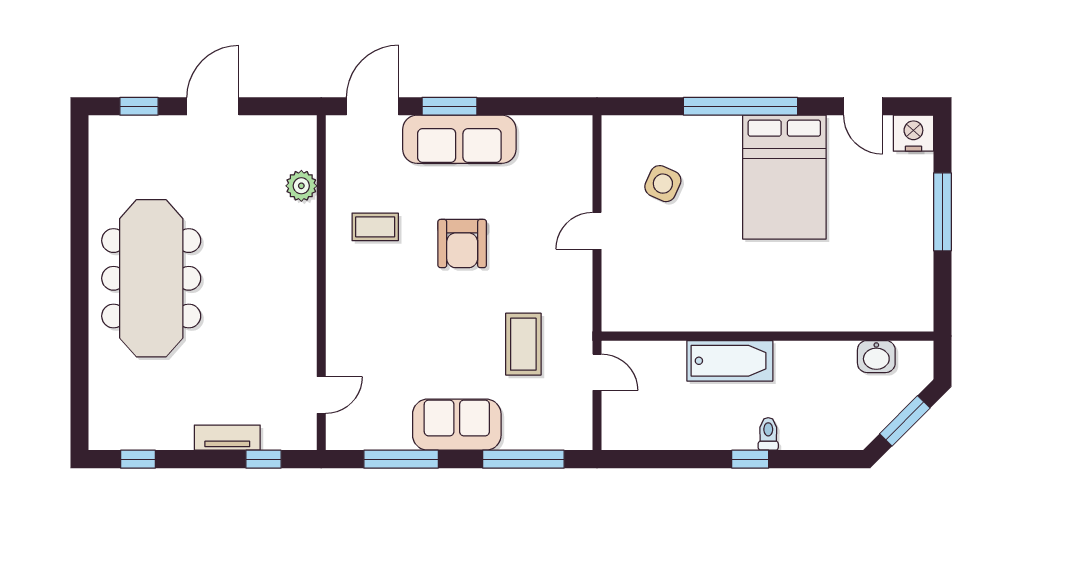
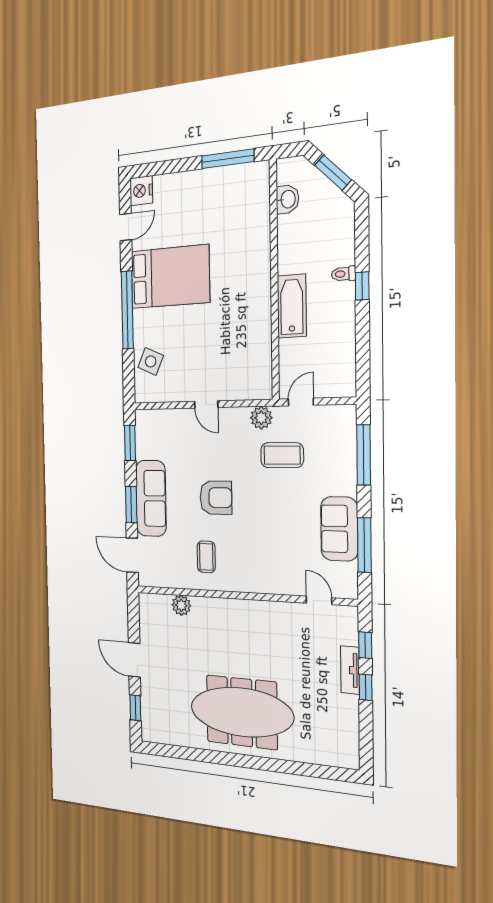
window: (542, 106) -> (130, 443), added
side table: (663, 184) -> (151, 361), moved
window: (942, 212) -> (228, 159), moved
plant: (576, 314) -> (261, 418), added
sofa: (457, 425) -> (339, 529), moved
window: (138, 459) -> (366, 687), moved

